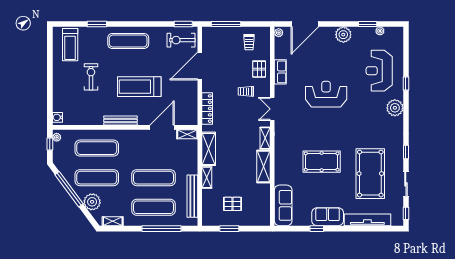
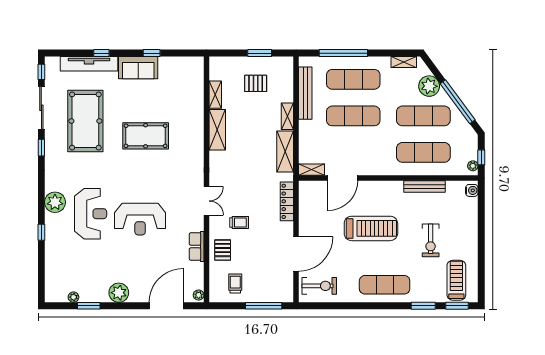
window: (183, 24) -> (457, 306), moved
reception desk: (379, 71) -> (91, 214), moved
bench: (120, 121) -> (425, 187), moved
shelving: (265, 138) -> (215, 95), moved
sliding door: (406, 184) -> (41, 108), width x1.37
sofa: (283, 205) -> (193, 82), removed
window: (357, 229) -> (101, 53), added

